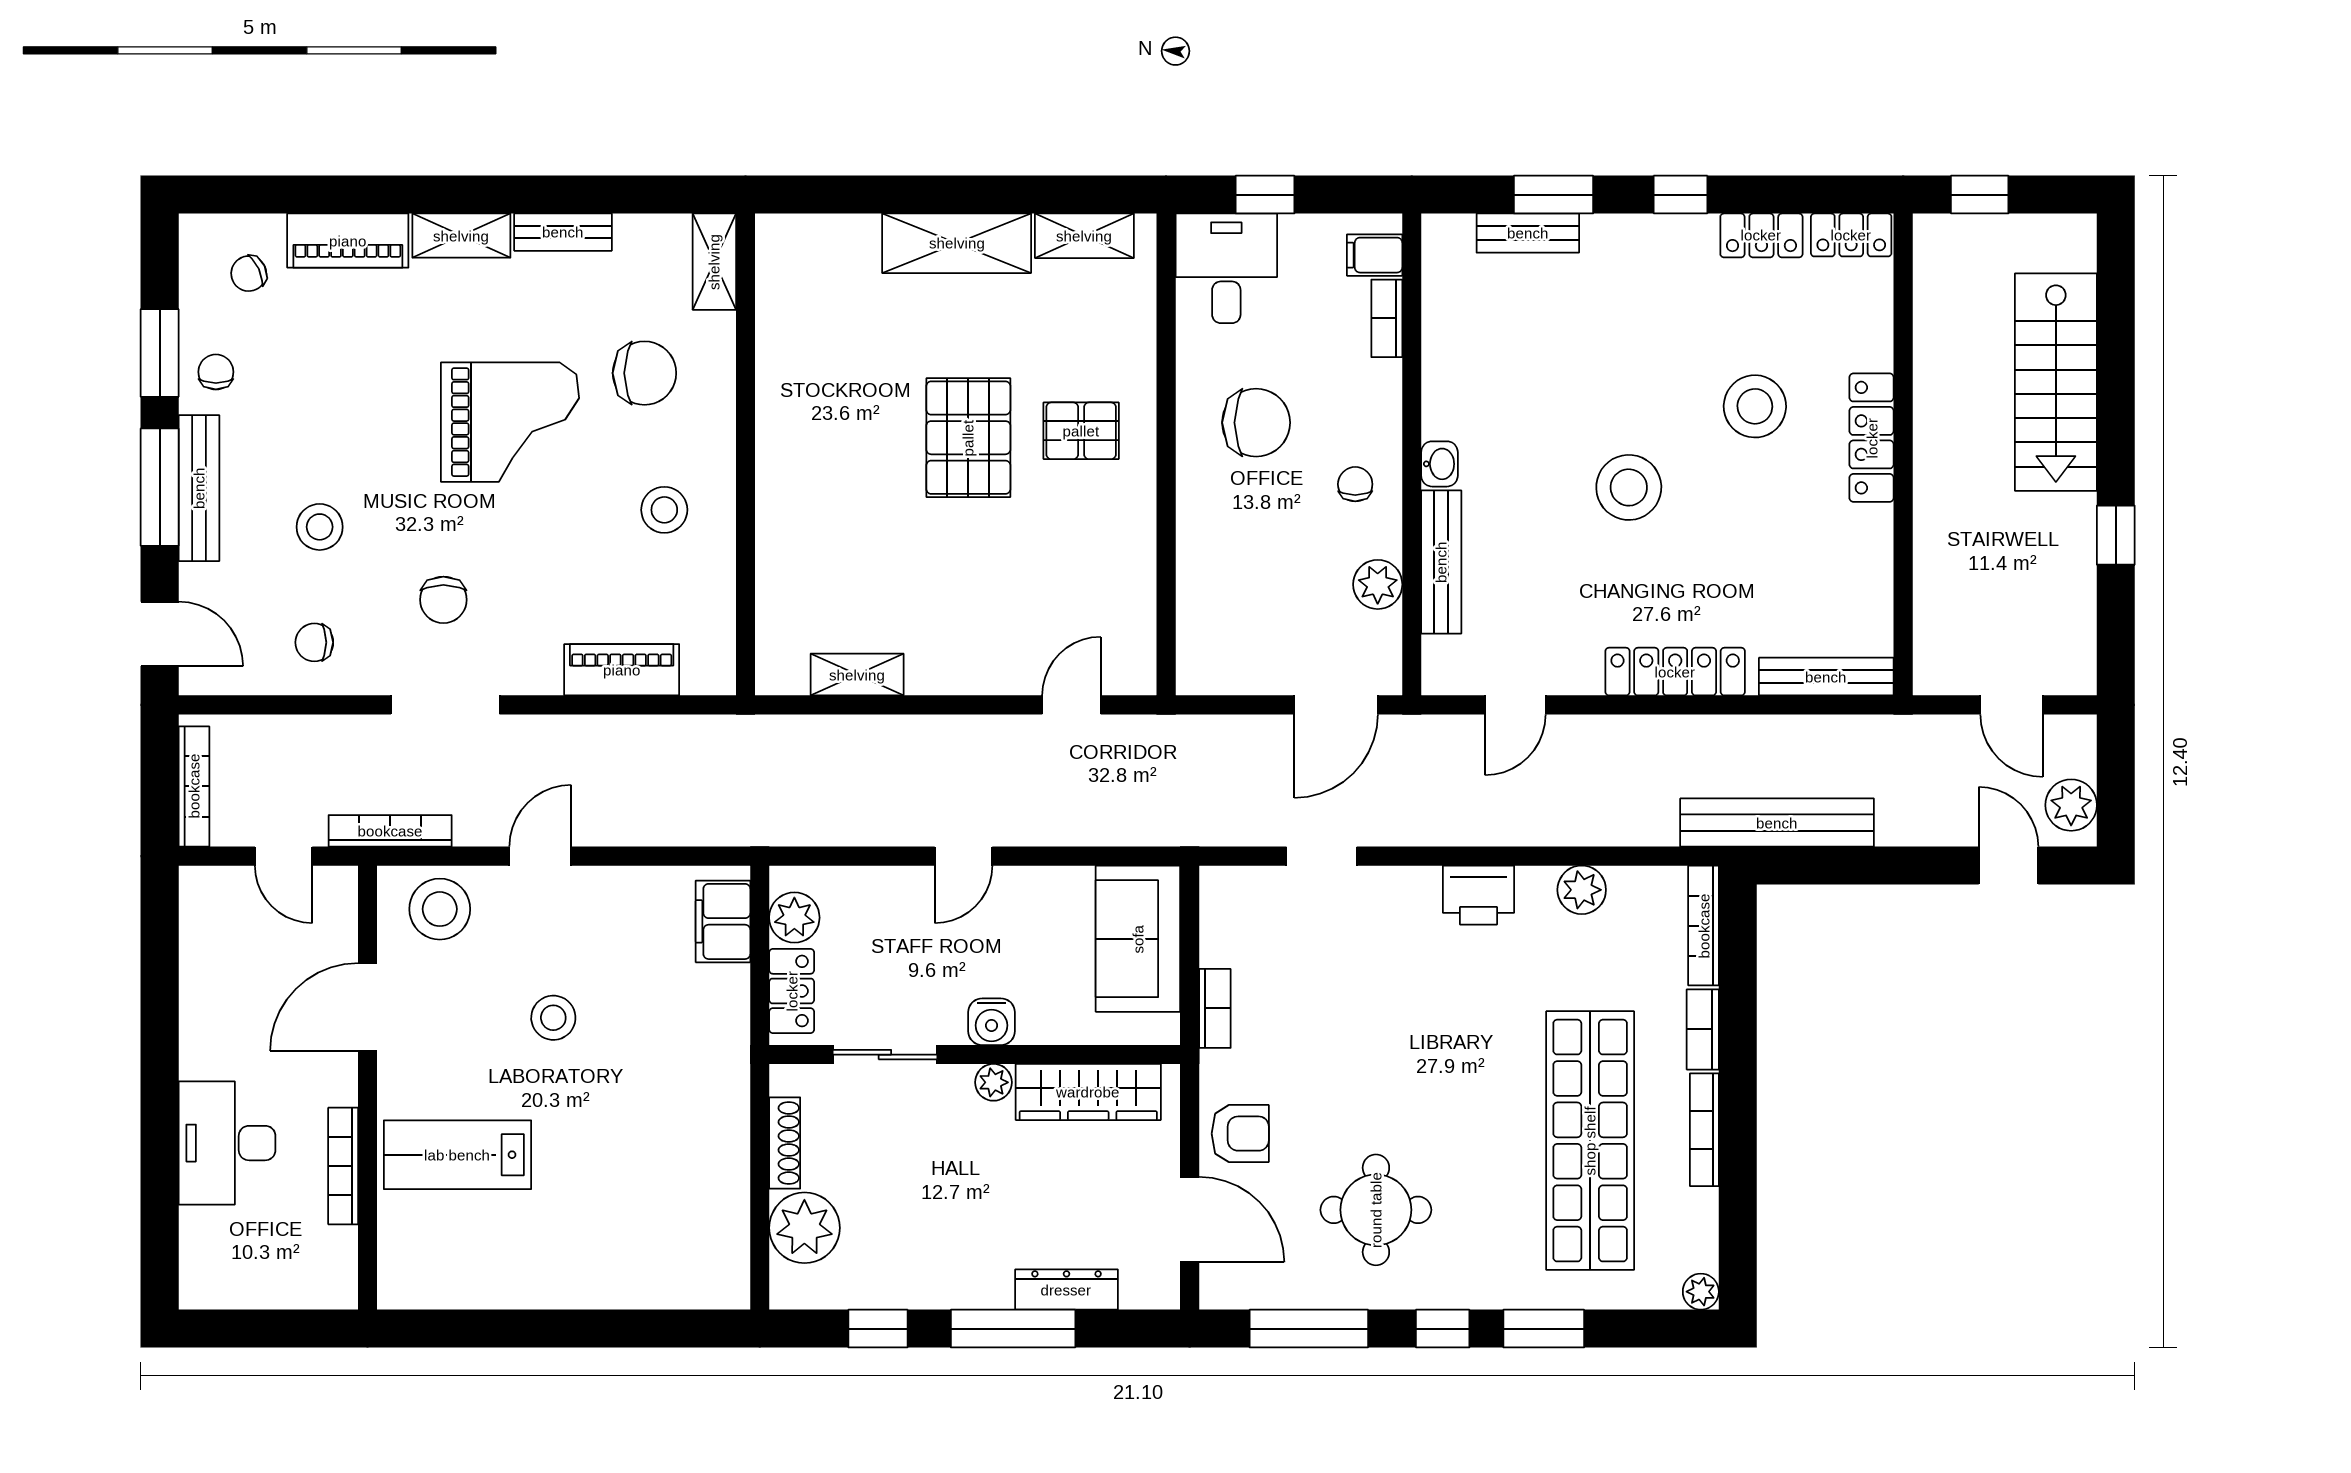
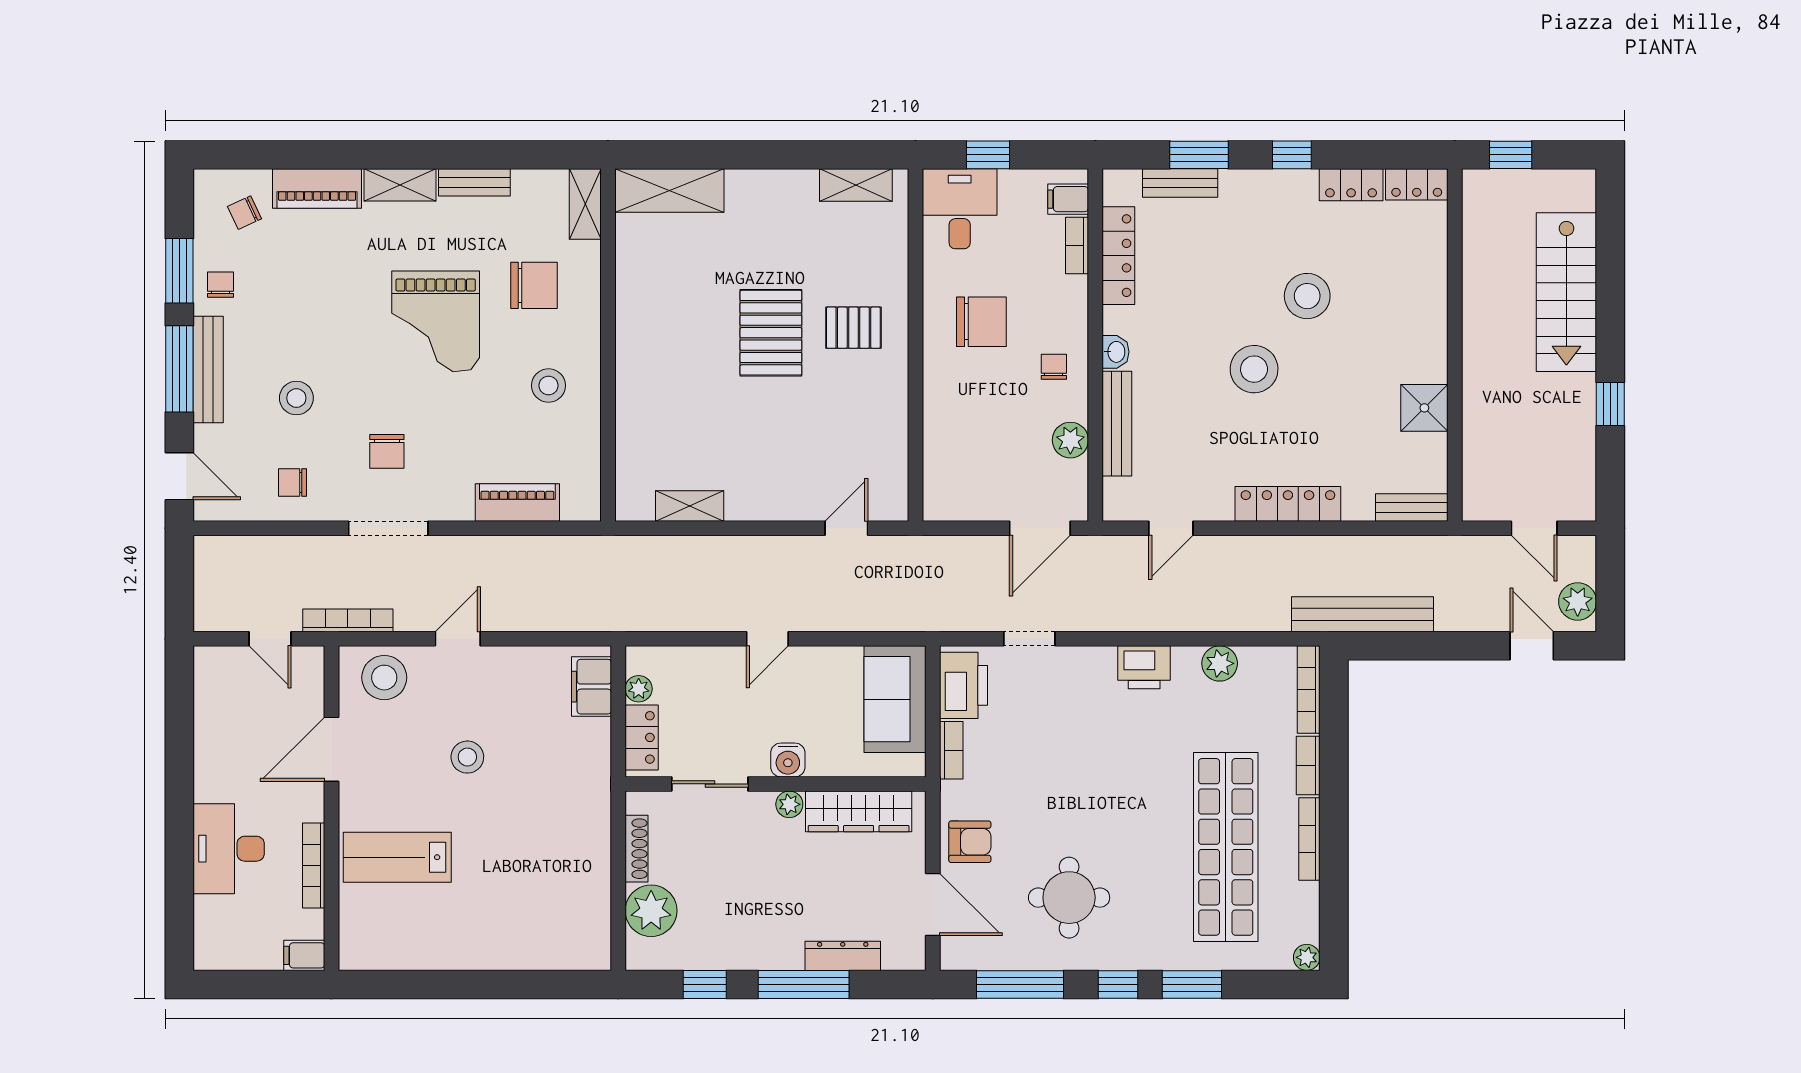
shelving: (957, 243) -> (669, 191), moved
stool: (1755, 406) -> (1307, 296), moved
grand piano: (510, 422) -> (436, 321), turned 90
locker: (1872, 438) -> (1118, 256), moved, turned 180
shower: (1862, 540) -> (1424, 408), added
bench: (1826, 677) -> (1412, 507), width x0.73
bookcase: (194, 786) -> (204, 588), removed
plant: (794, 918) -> (639, 689), width x0.73, depth x0.73
printer: (1232, 920) -> (964, 685), added
filing cabinet: (330, 1289) -> (304, 955), added

